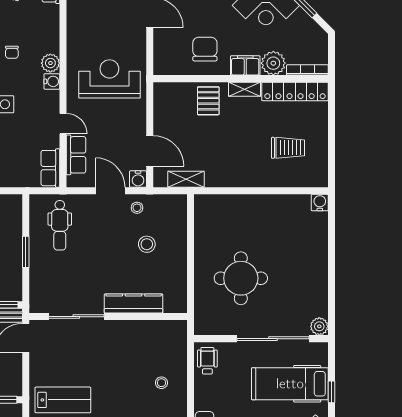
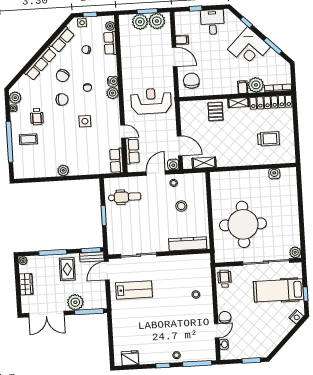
chair: (205, 49) -> (191, 81), moved
filing cabinet: (245, 65) -> (243, 87), width x0.50
water cooler: (52, 81) -> (113, 81), moved
door: (110, 191) -> (156, 173), hinge flipped
water cooler: (320, 203) -> (274, 174), moved
dental chair: (60, 225) -> (125, 197), turned -90
round table: (241, 278) -> (243, 224), width x1.36, depth x1.36
kitchen counter: (134, 303) -> (188, 244), moved
lab bench: (63, 400) -> (134, 290), moved

